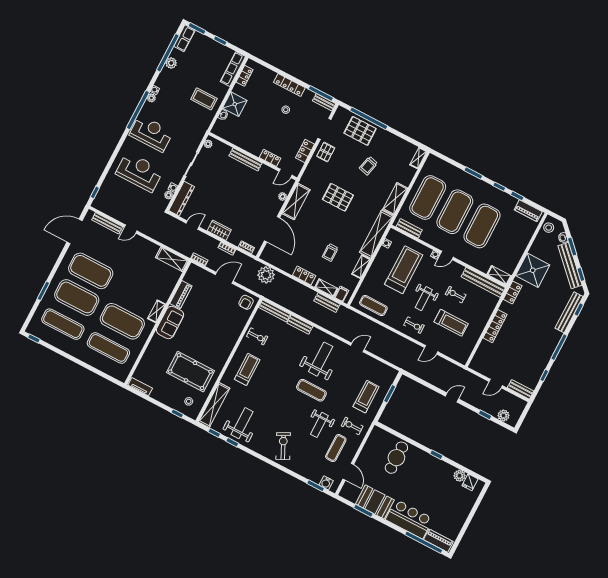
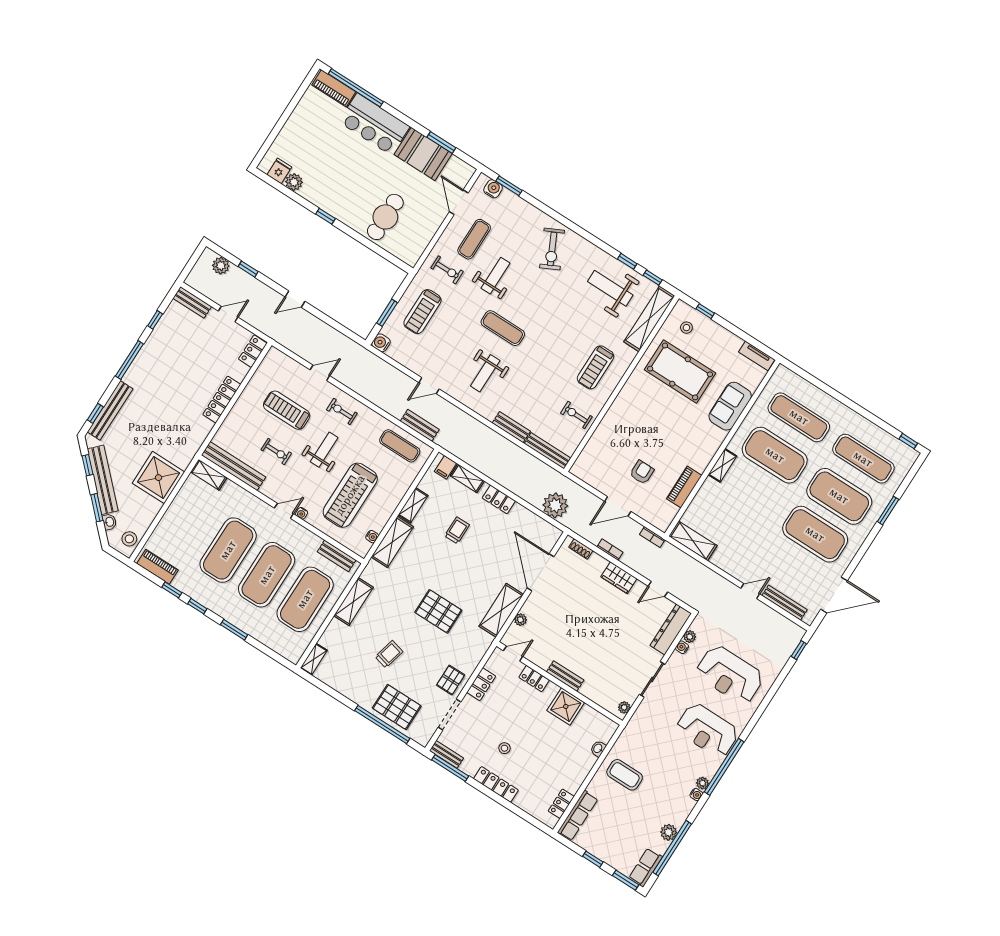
shower: (235, 104) -> (566, 706), moved
bench: (245, 159) -> (565, 676), width x0.73
shelving: (376, 234) -> (392, 542), width x0.68
locker: (513, 293) -> (253, 351), moved
armchair: (246, 302) -> (642, 472), moved
bench: (327, 303) -> (420, 425), moved
sofa: (170, 322) -> (730, 406), moved
weight bench: (321, 359) -> (485, 373), width x0.73, depth x0.75
water cooler: (392, 373) -> (381, 343), added
weight bench: (242, 423) -> (610, 288), turned 90

